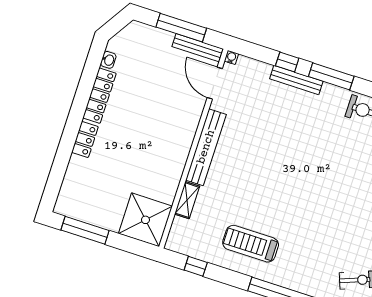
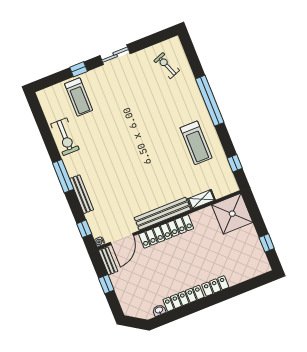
window: (181, 28) -> (106, 284), width x0.46
bench: (198, 48) -> (108, 261), width x0.73
window: (287, 62) -> (84, 229), moved
locker: (184, 136) -> (166, 231), added
window: (85, 230) -> (267, 243), width x0.46

